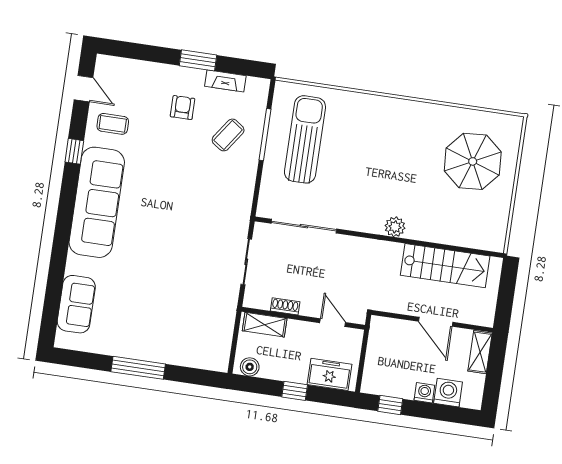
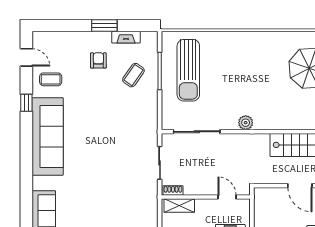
sun lounger: (305, 139) -> (188, 70), turned 180
plant: (395, 227) -> (246, 123), moved
shoe rack: (285, 306) -> (173, 190), moved

